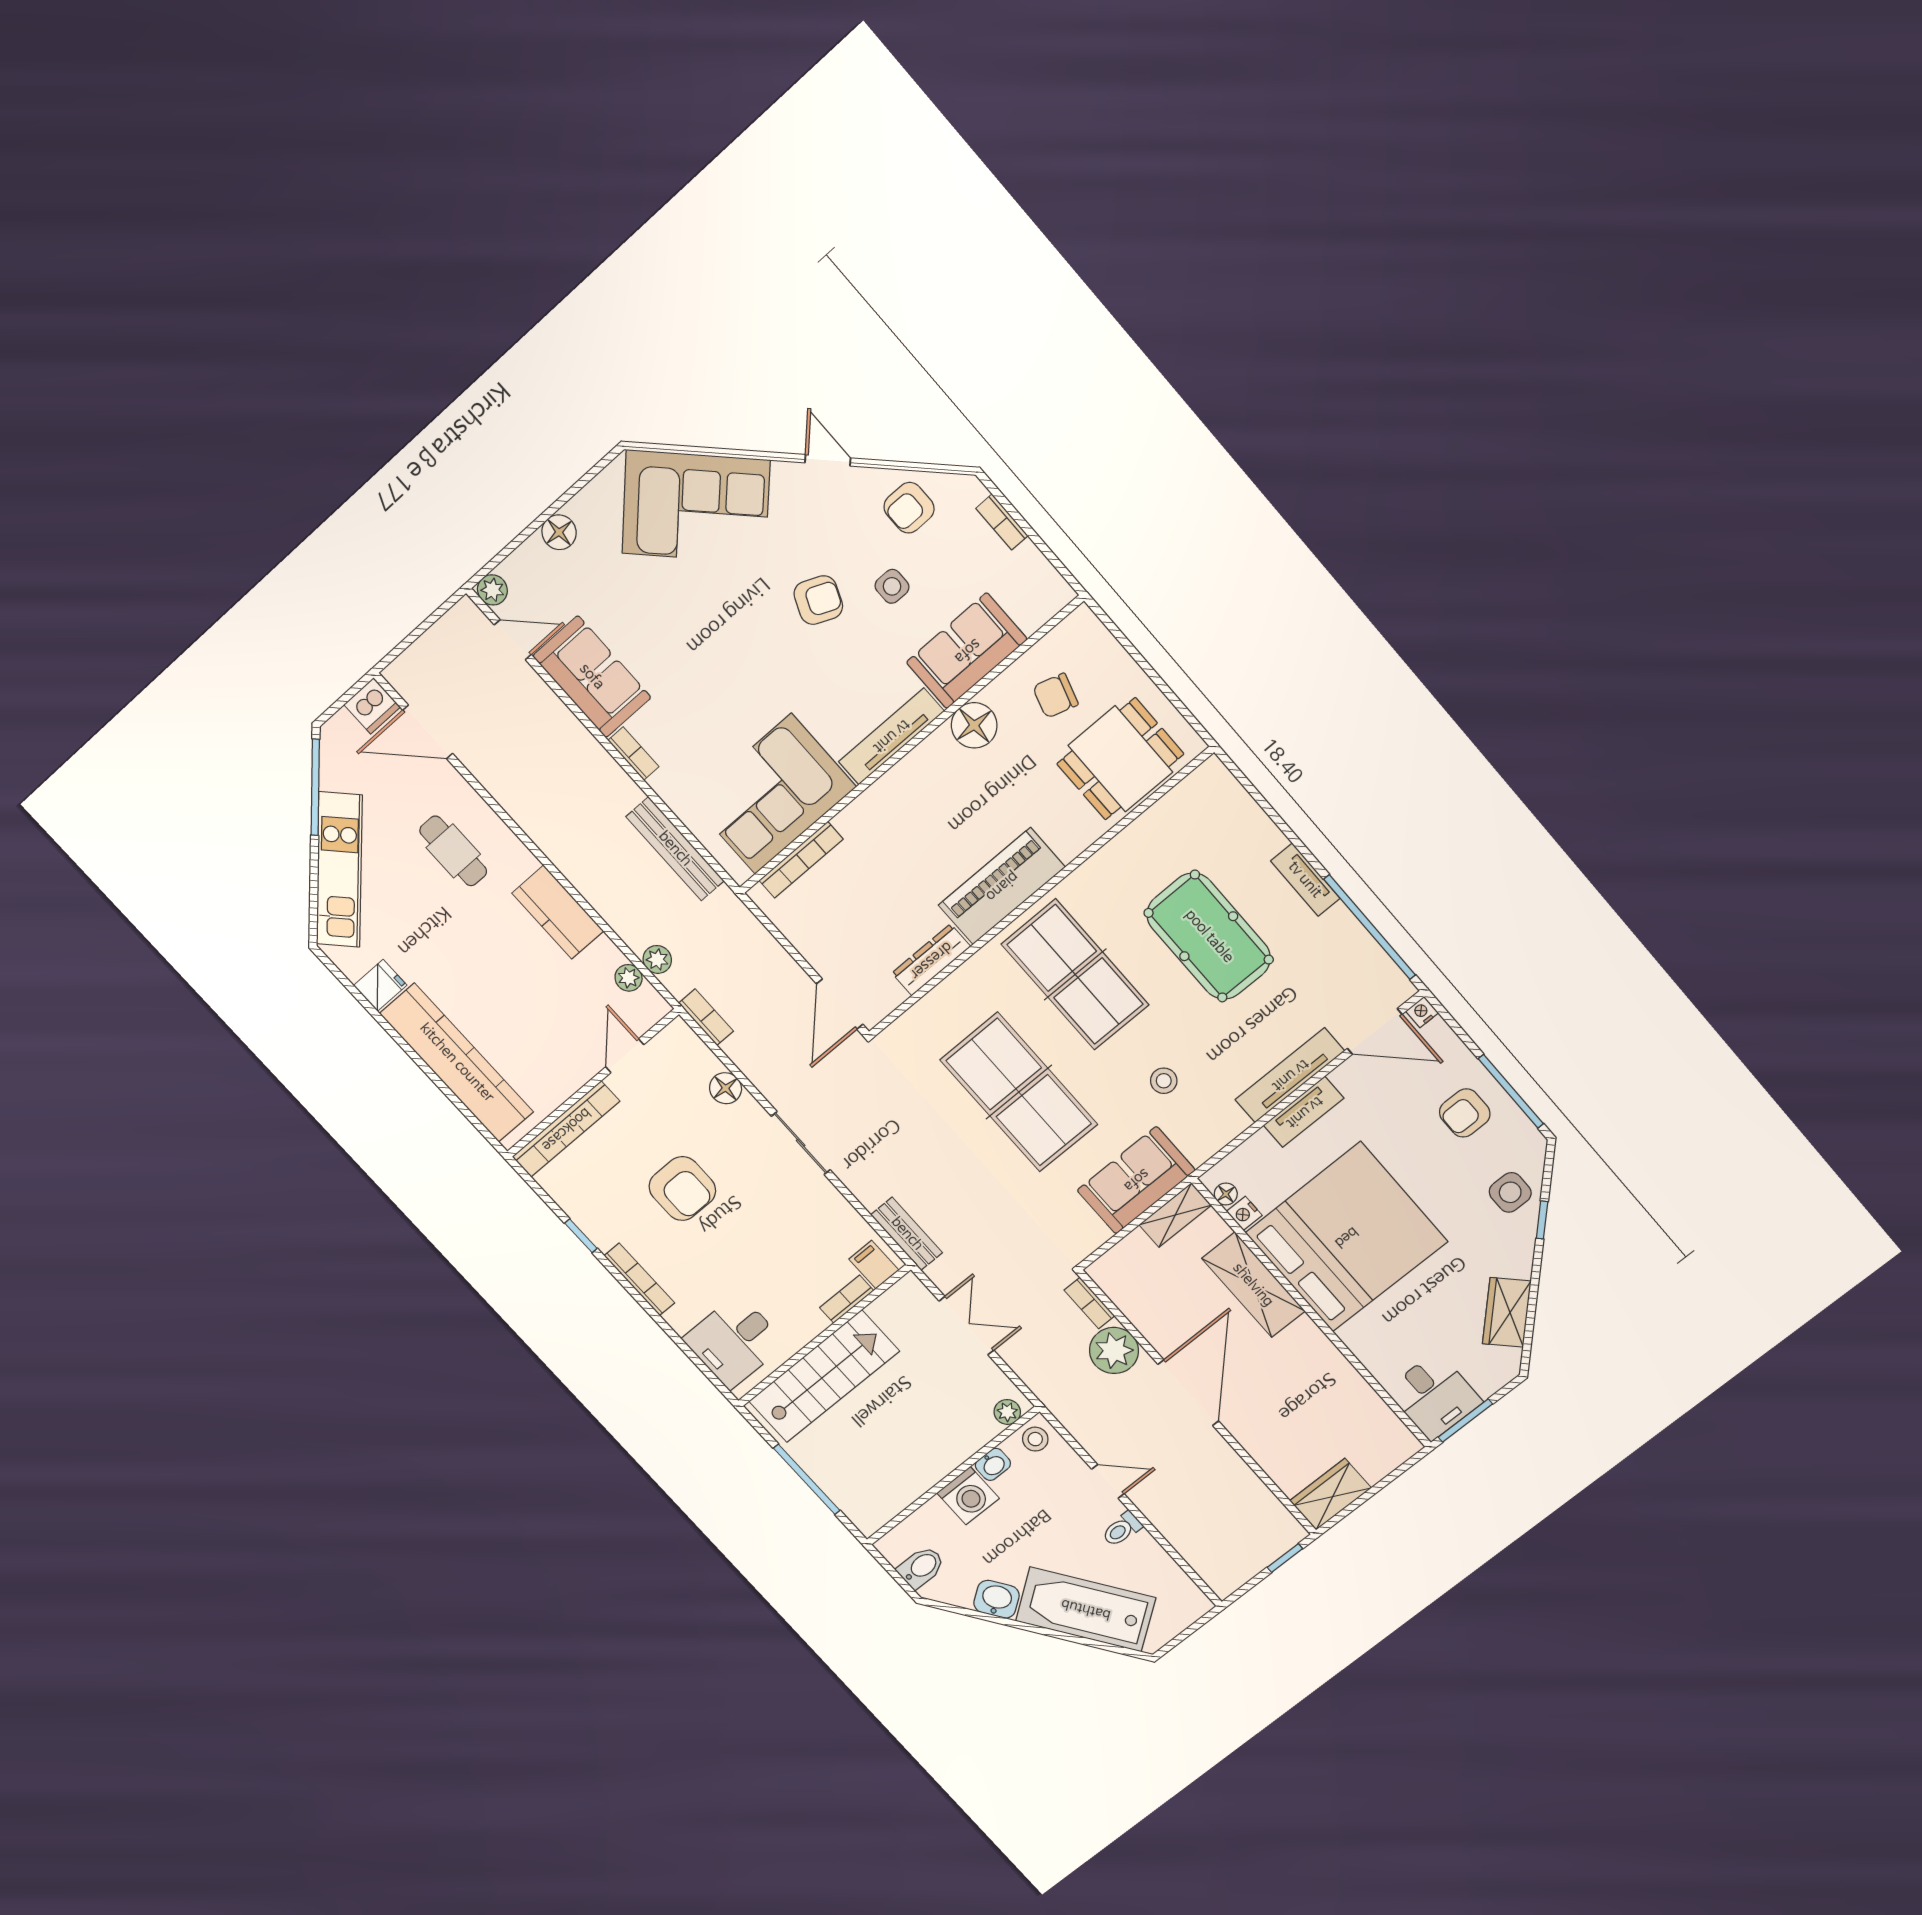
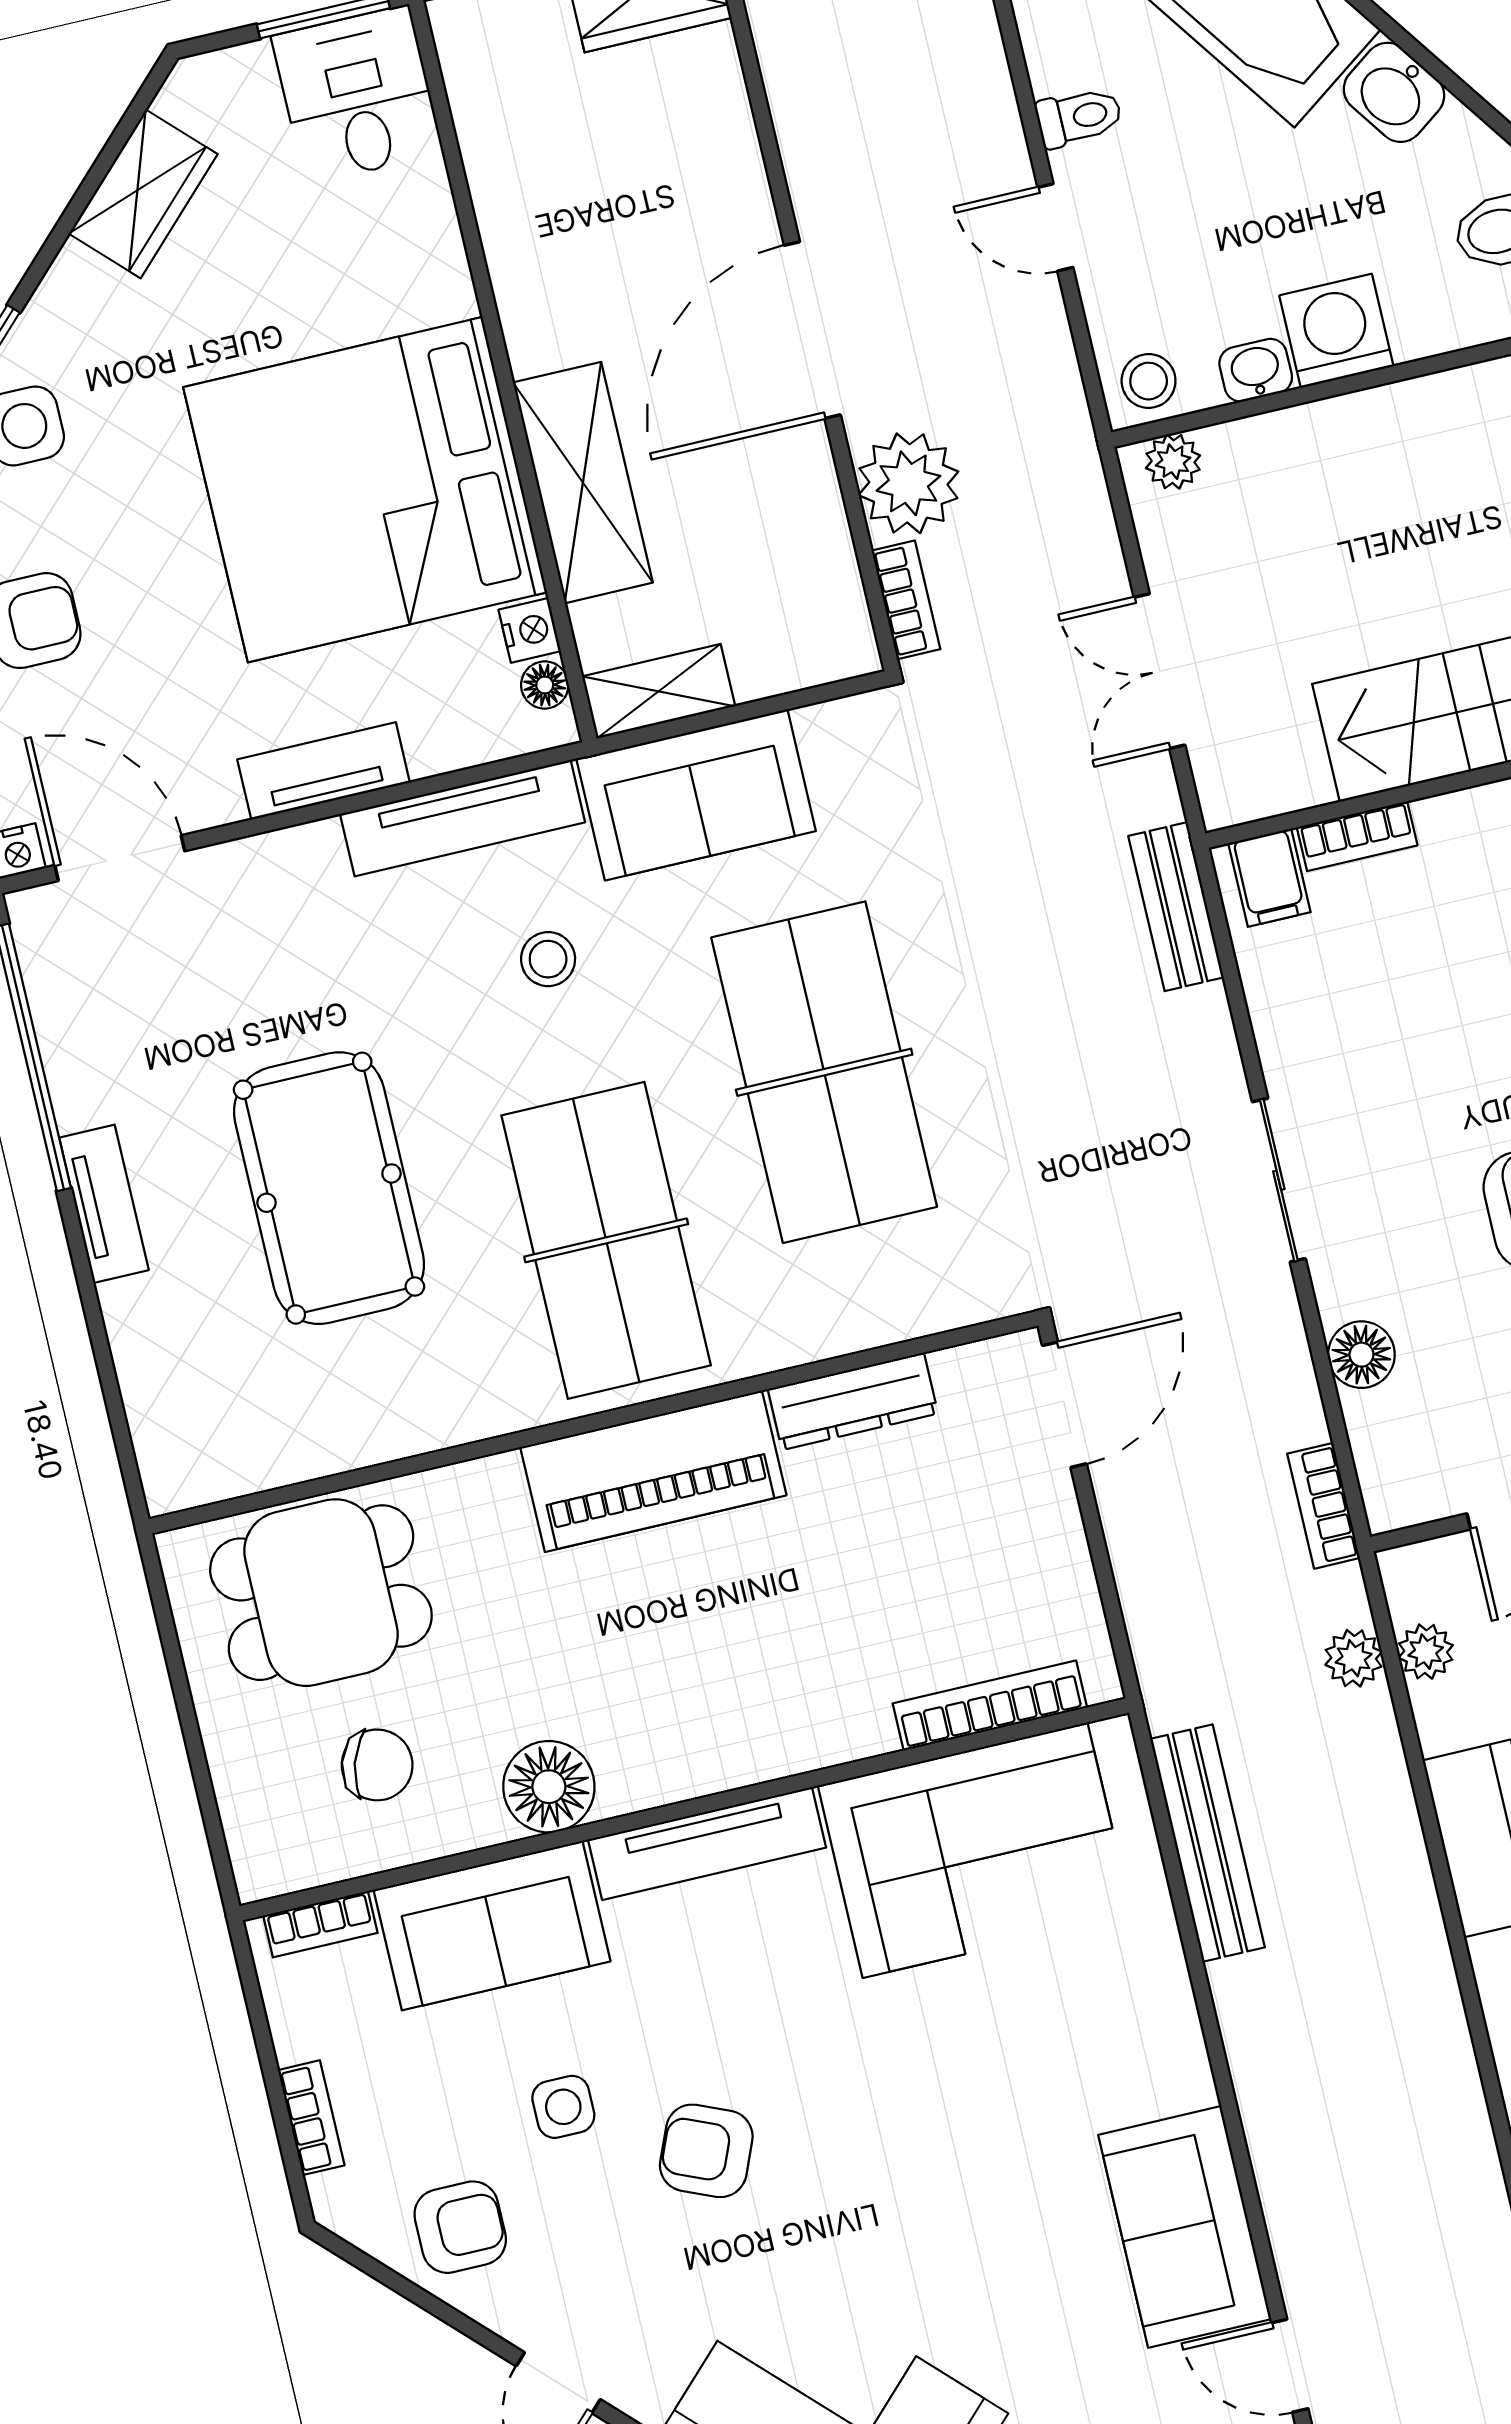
bookcase: (633, 753) -> (320, 1924), moved, turned -90
tv unit: (1290, 1075) -> (463, 818), moved

